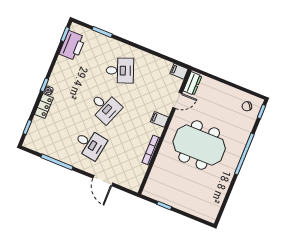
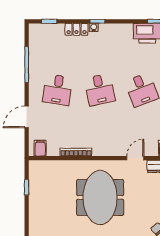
door: (177, 100) -> (135, 158), swing flipped
desk: (105, 107) -> (100, 90), turned -33
filing cabinet: (159, 119) -> (40, 148), moved

